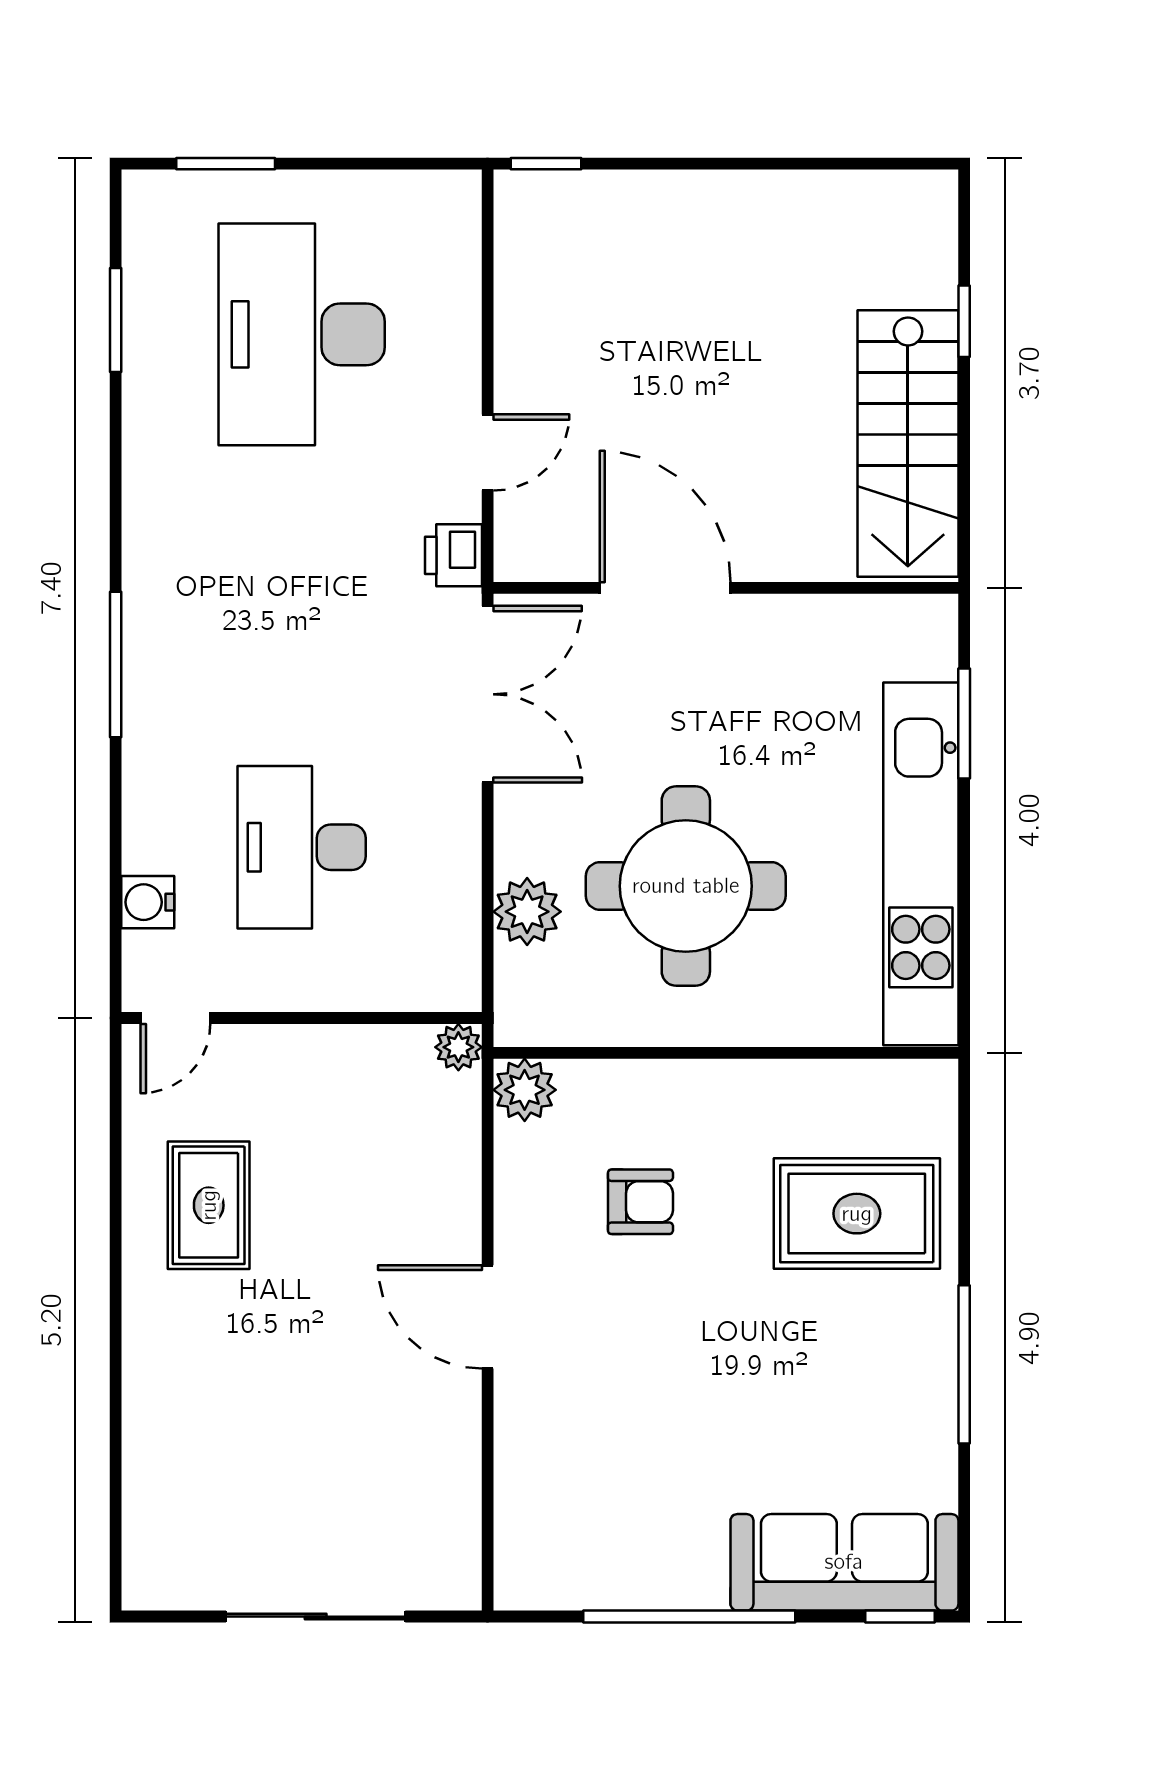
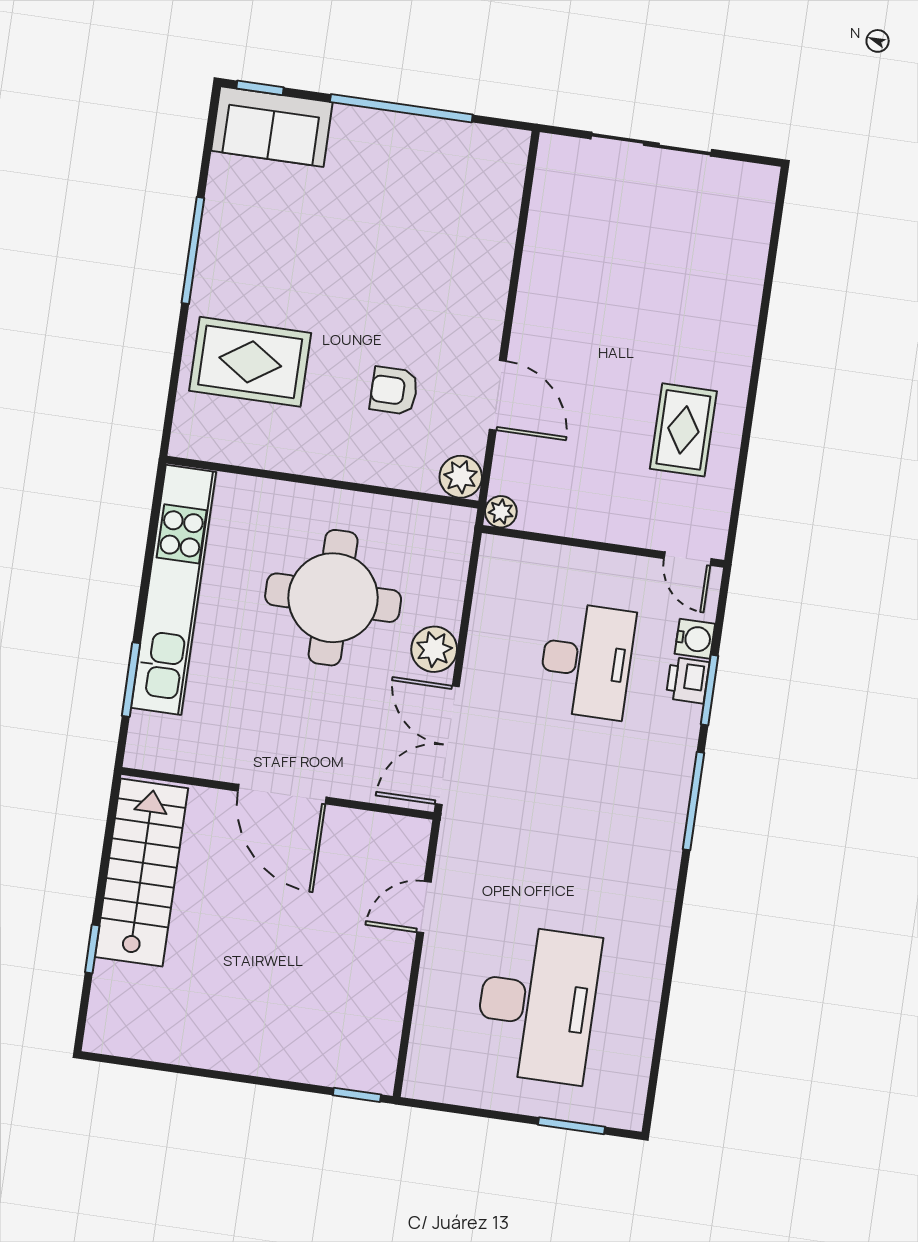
window: (116, 320) -> (709, 690), moved
printer: (453, 555) -> (688, 680), moved, turned 180
door: (665, 588) -> (282, 794), moved
plant: (527, 912) -> (434, 649), moved
door: (175, 1018) -> (688, 559), swing flipped
door: (488, 1317) -> (498, 395), moved
sofa: (844, 1562) -> (272, 127), width x0.73

